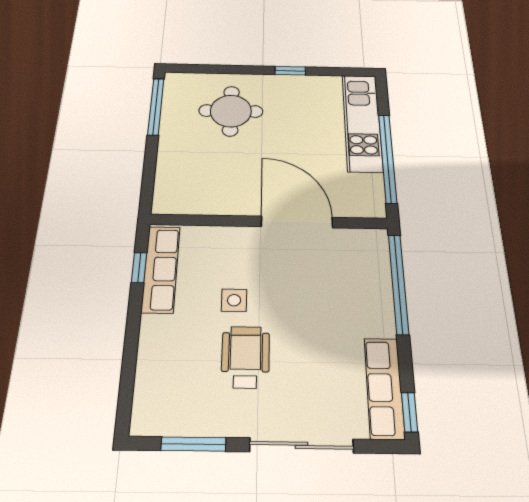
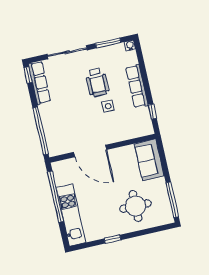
sofa: (178, 180) -> (149, 160), added
row of seats: (161, 269) -> (137, 86), moved
water cooler: (141, 425) -> (130, 45), added

